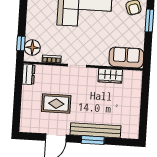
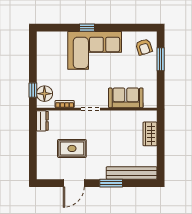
sofa: (126, 58) -> (126, 98), moved
wardrobe: (110, 76) -> (150, 134), moved, turned 90
bench: (96, 130) -> (132, 173), moved

